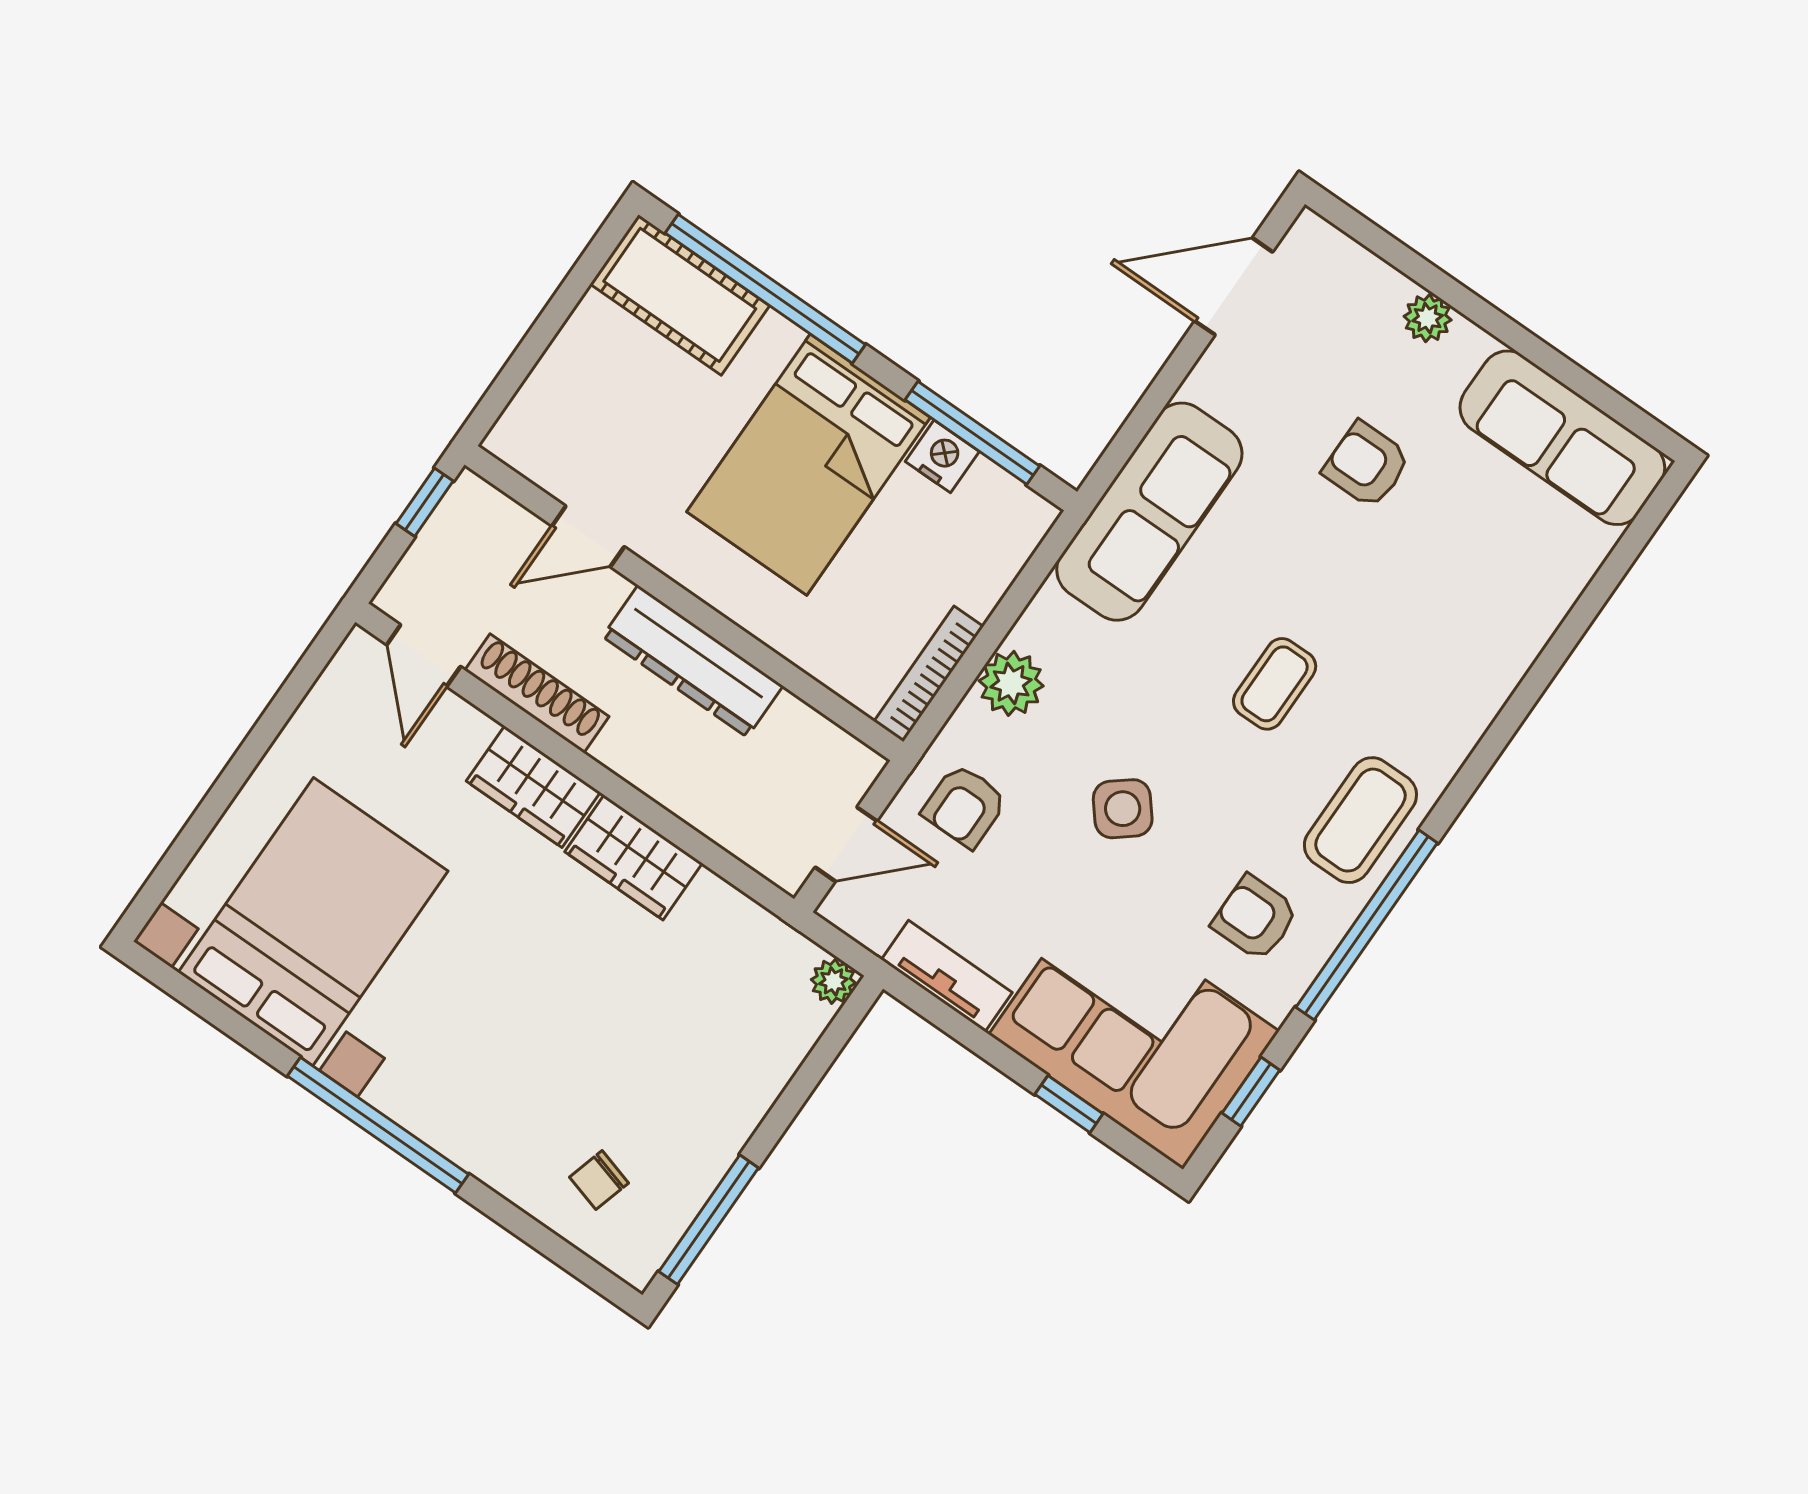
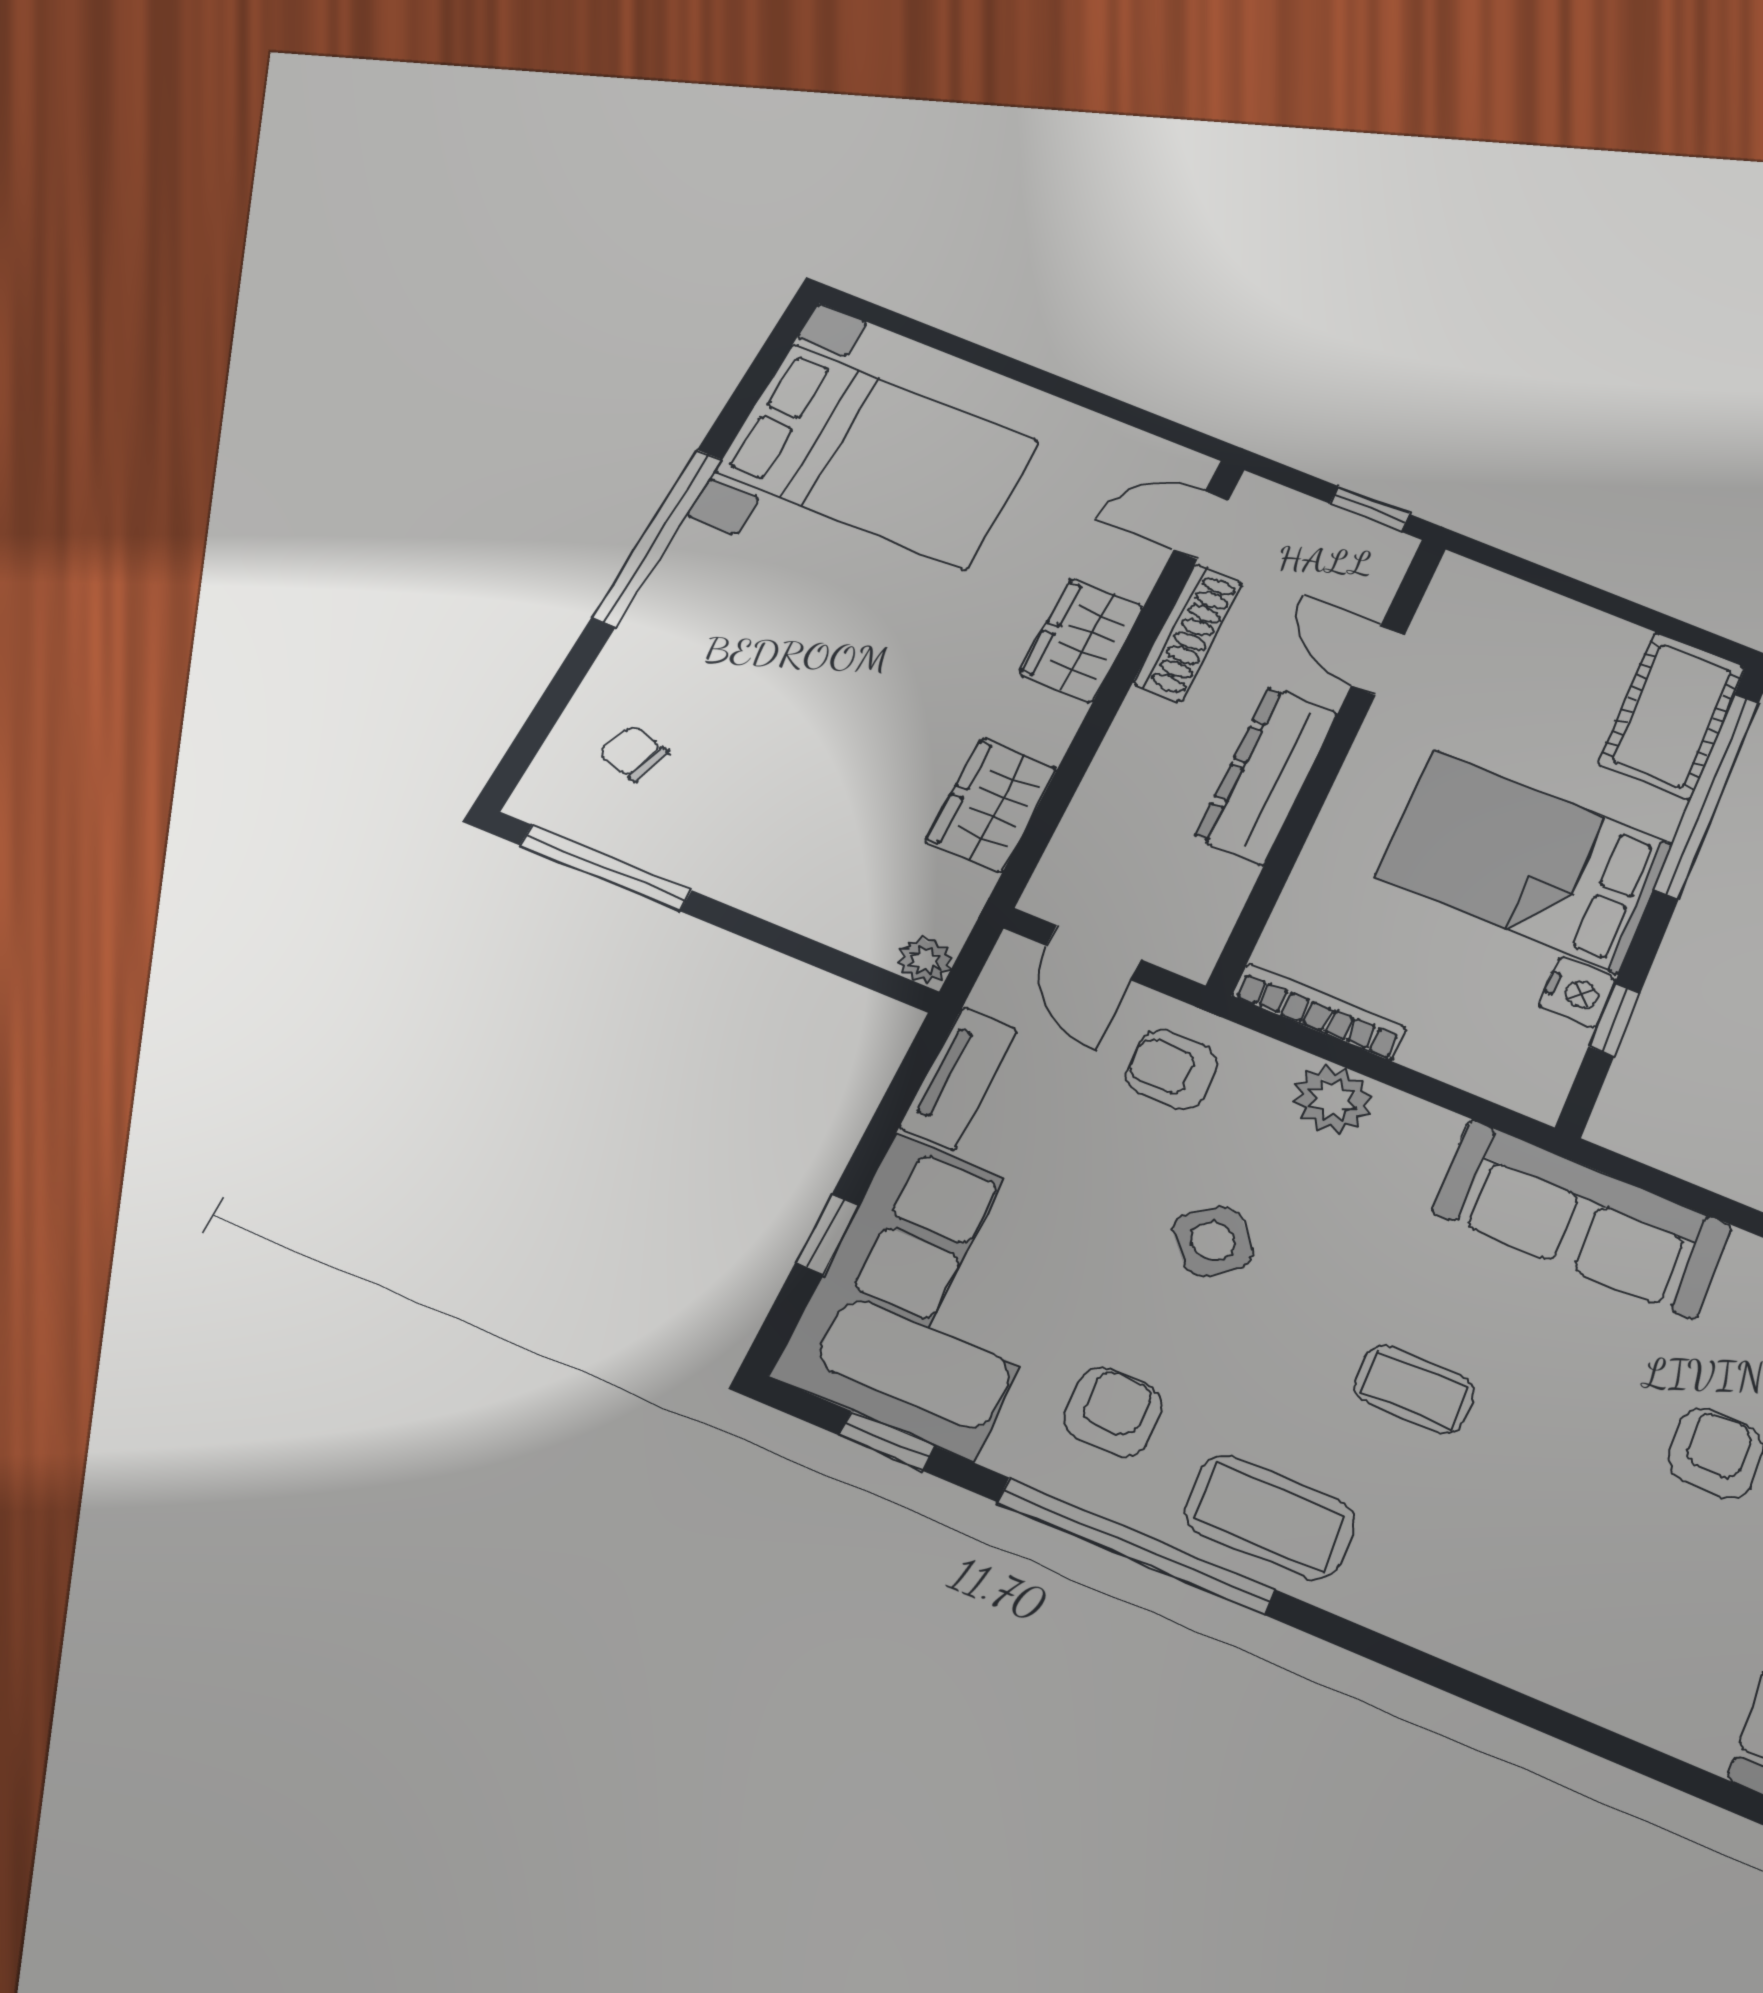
window: (972, 433) -> (1614, 1020), width x0.46
wardrobe: (633, 857) -> (992, 805), moved

